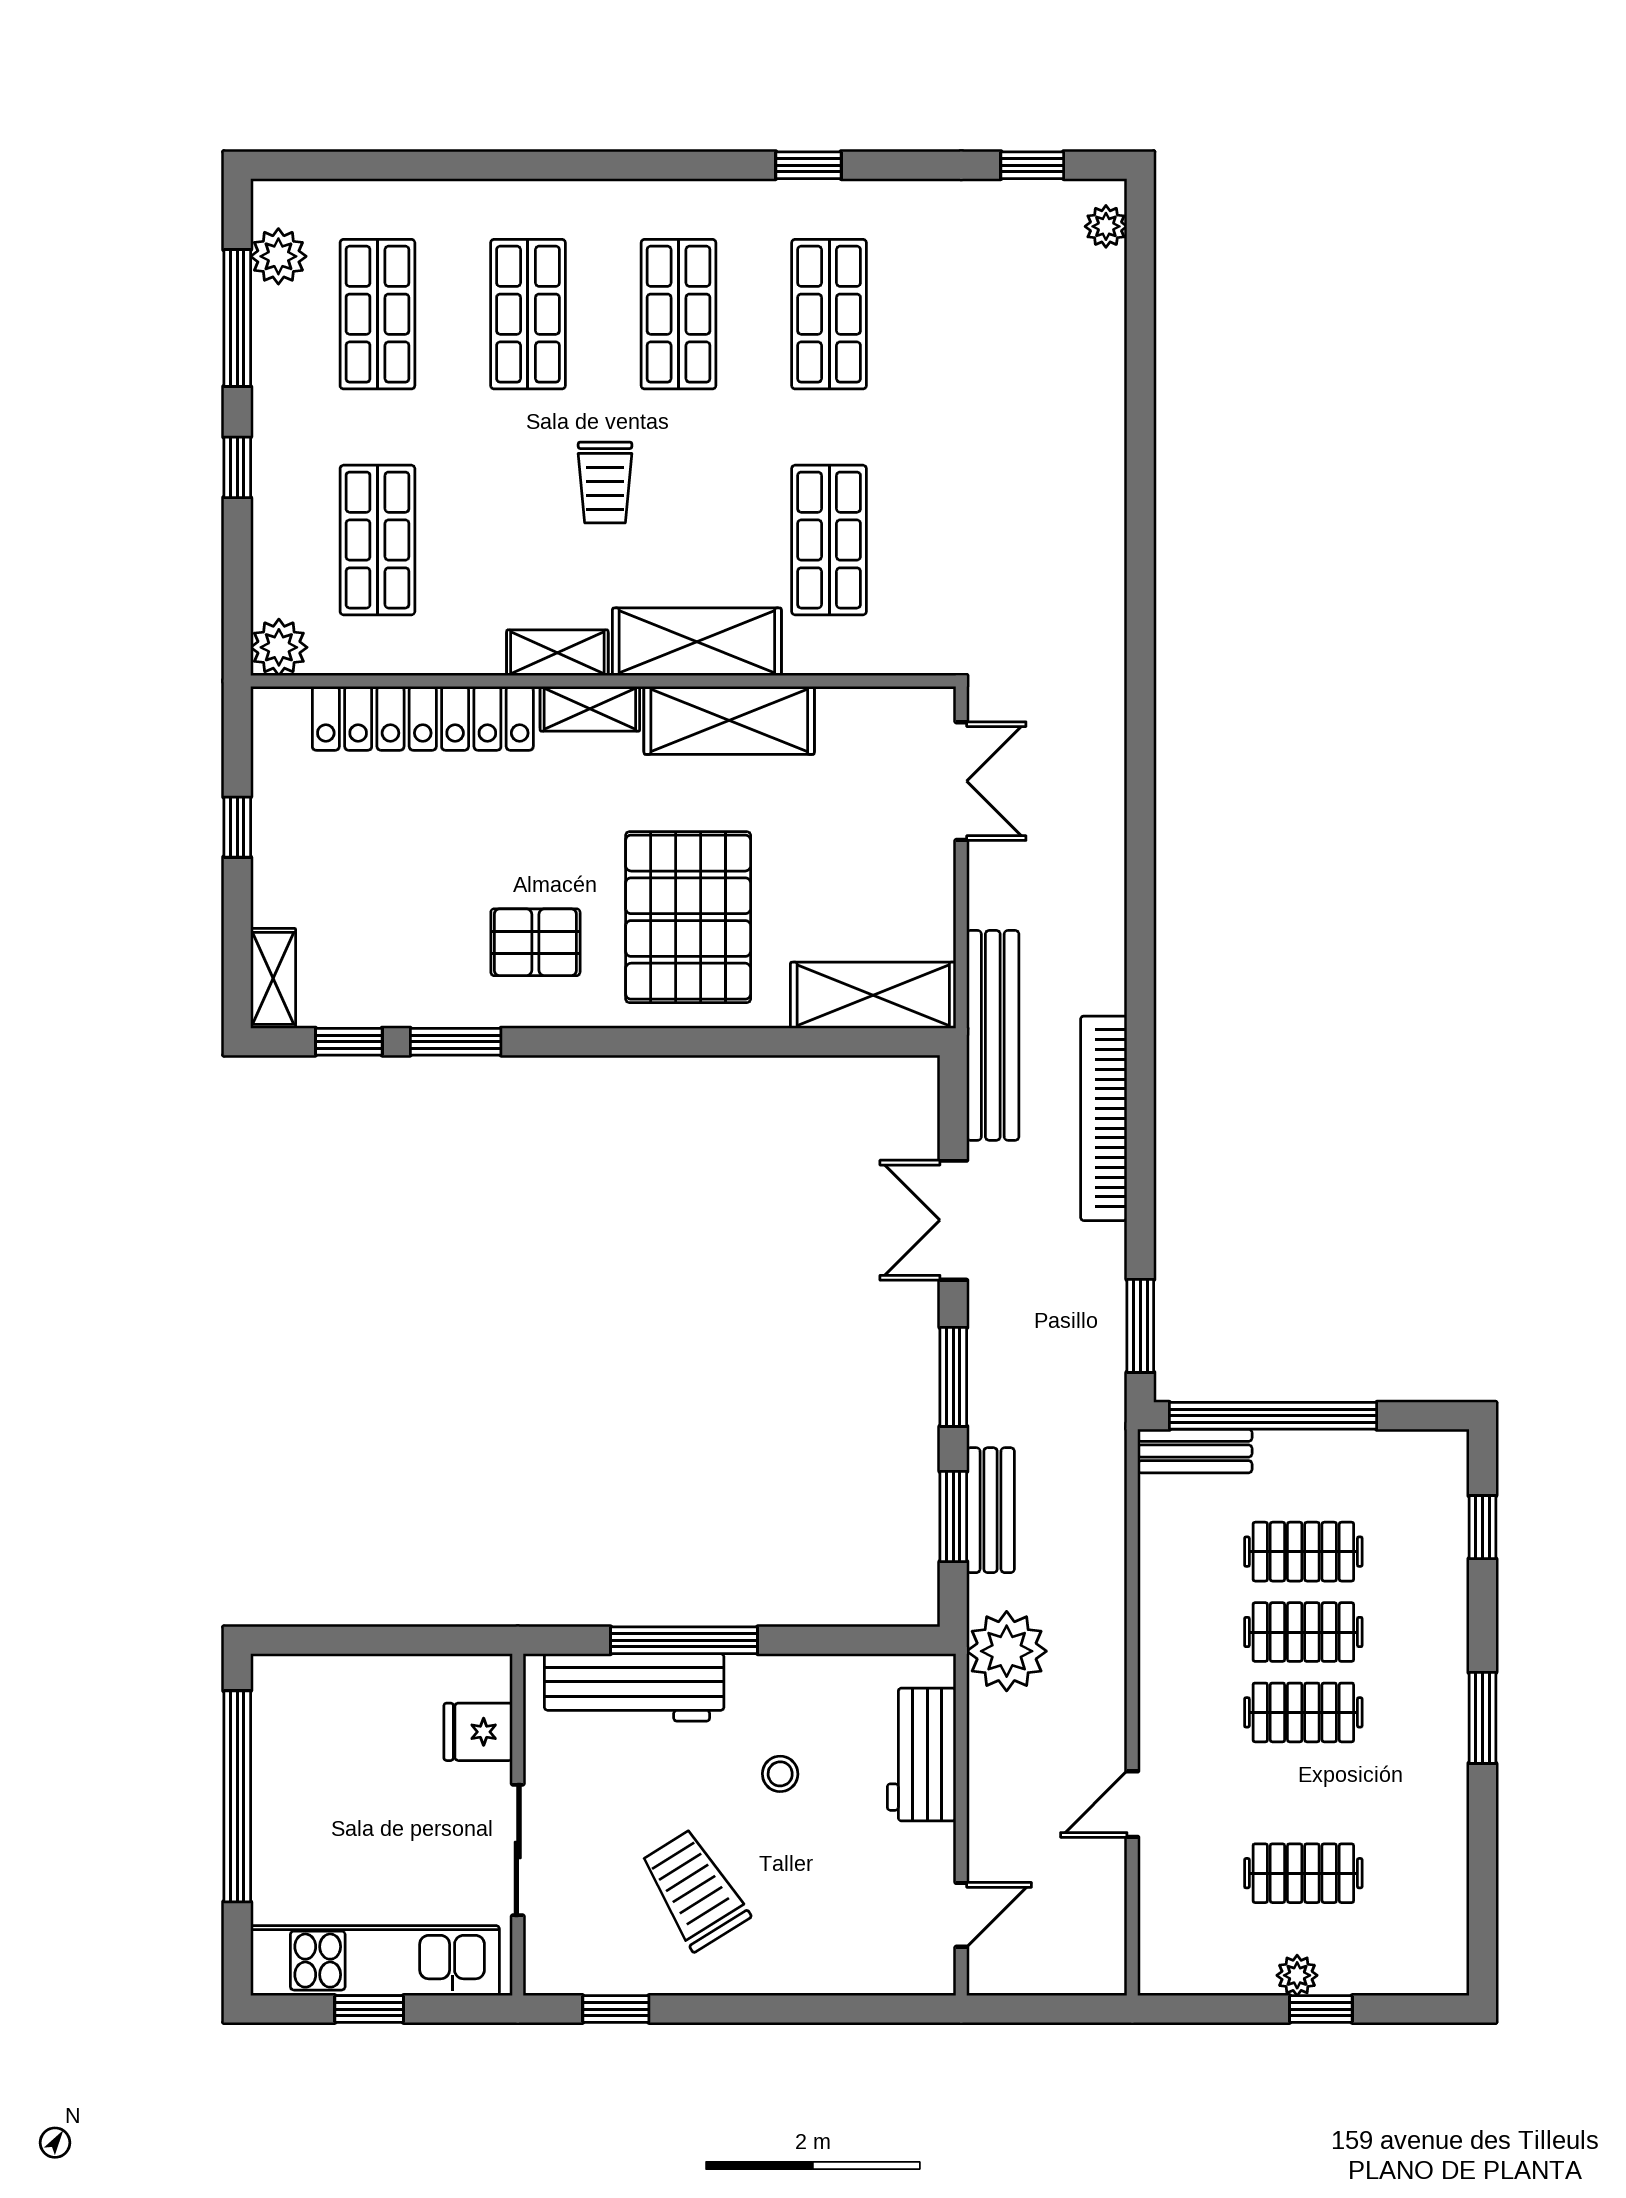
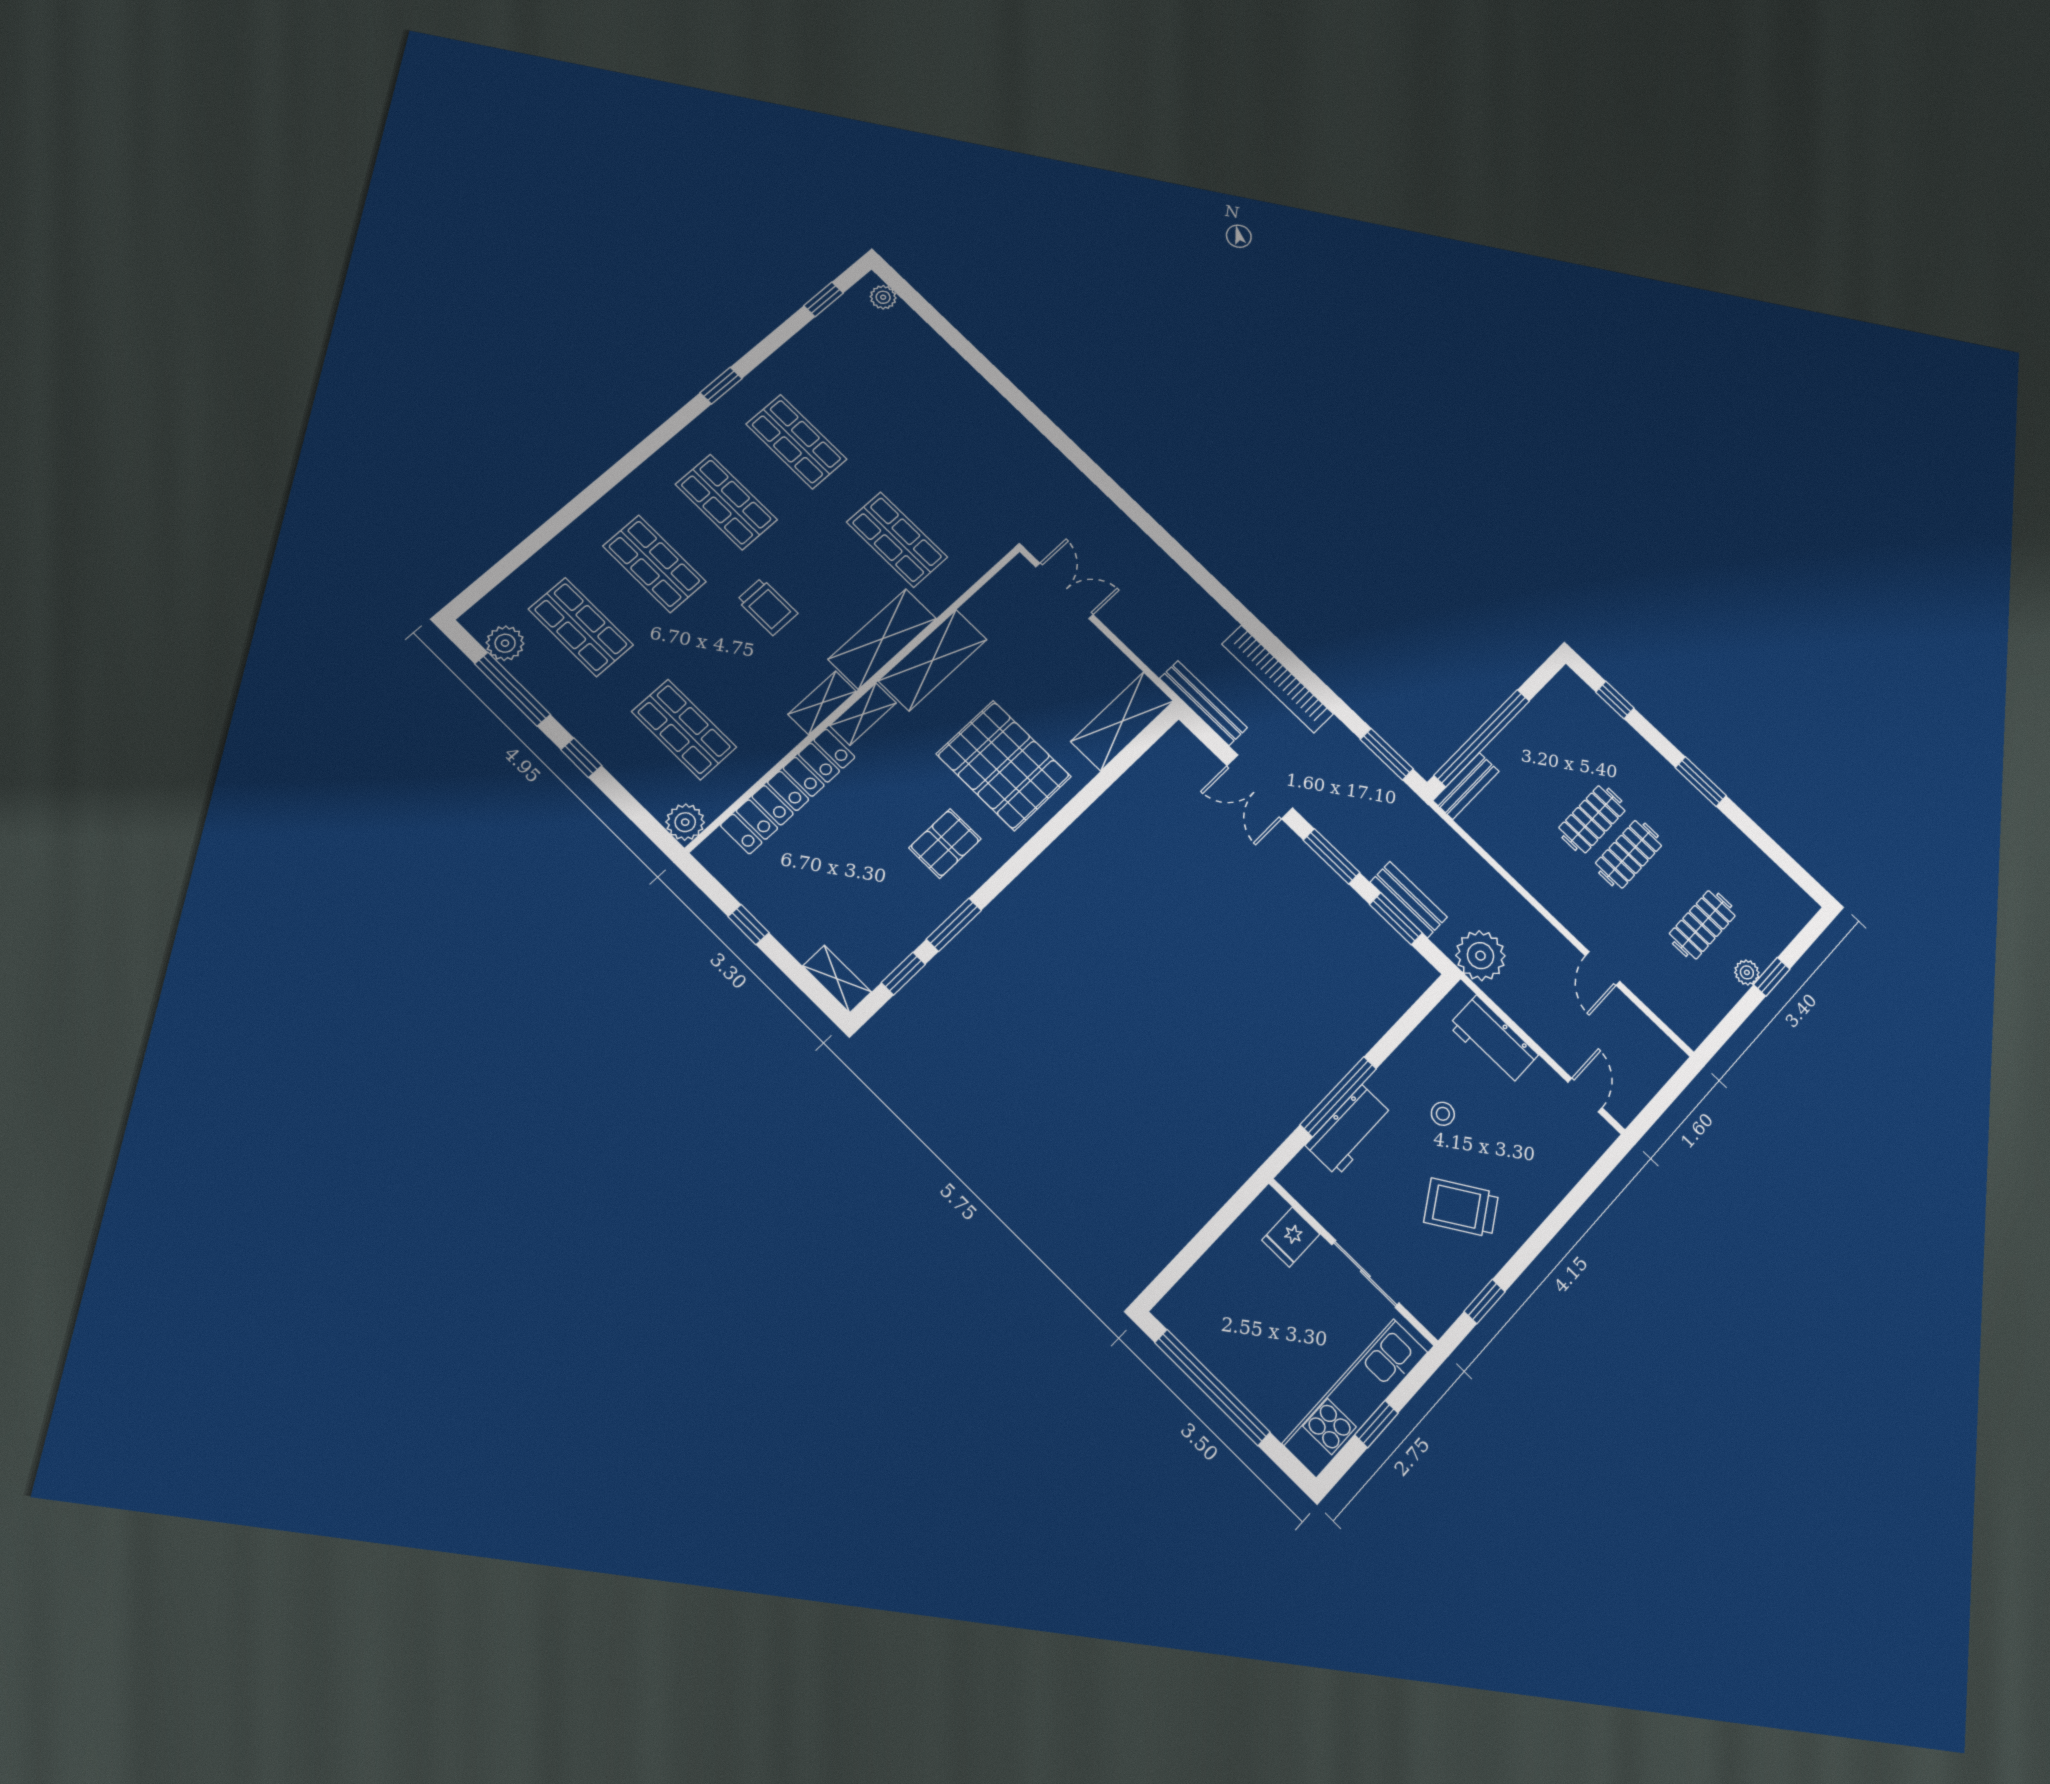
bench: (993, 1035) -> (1203, 703), width x0.73, depth x0.82
clothes rail: (1303, 1552) -> (1555, 784), removed
workbench: (634, 1687) -> (1350, 1130), width x0.73

